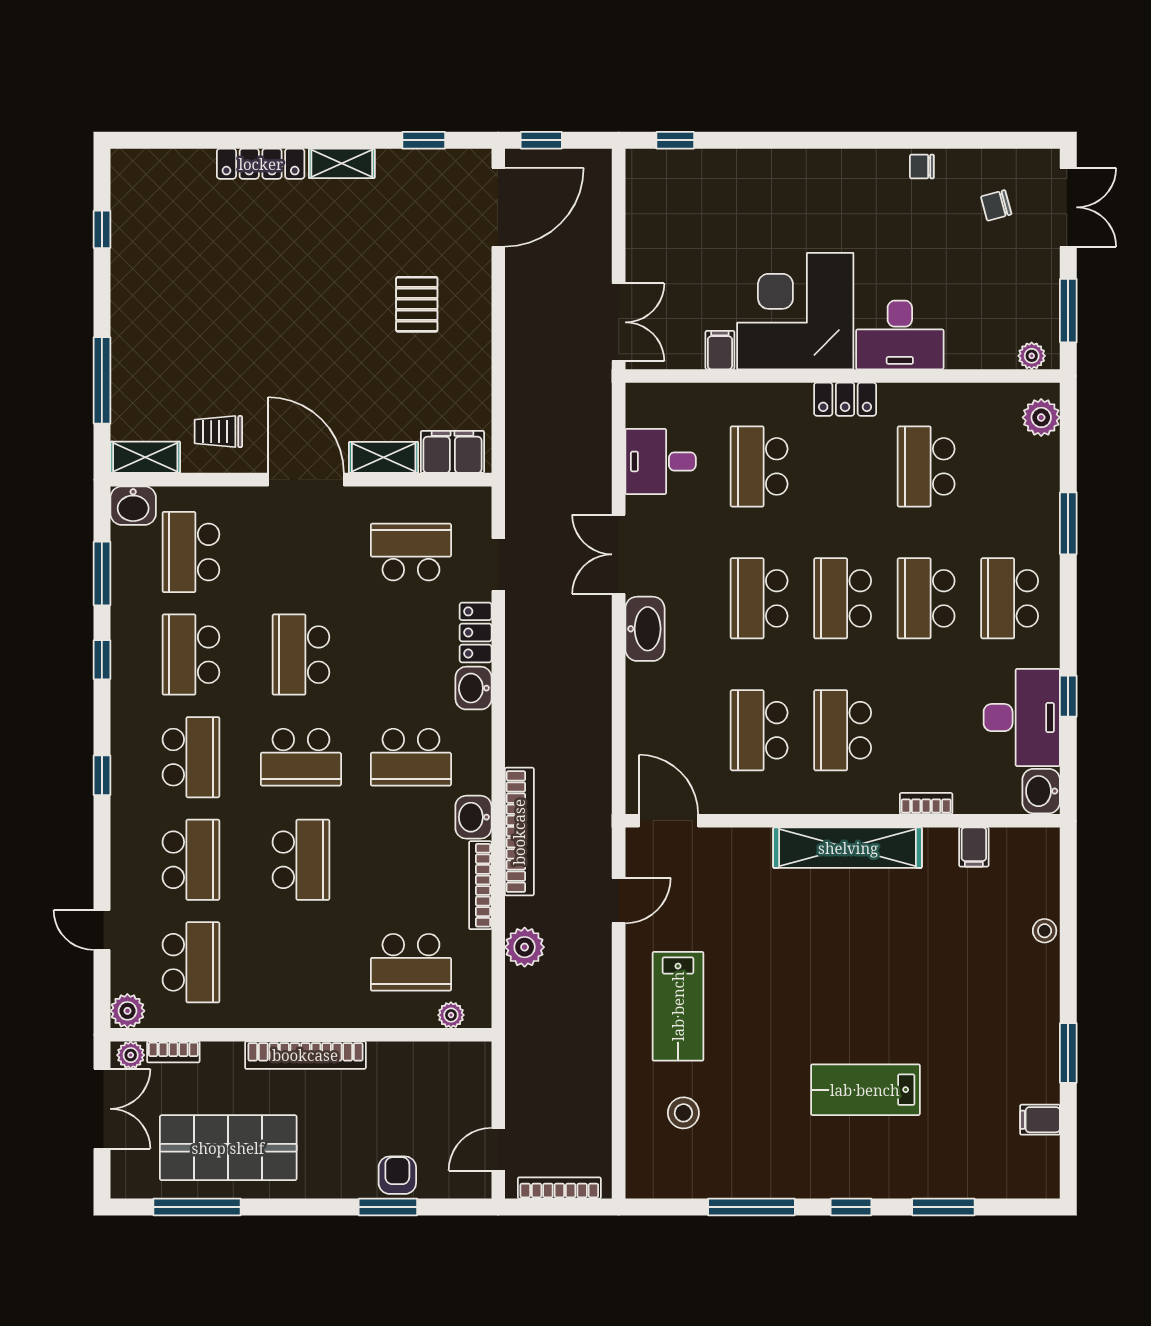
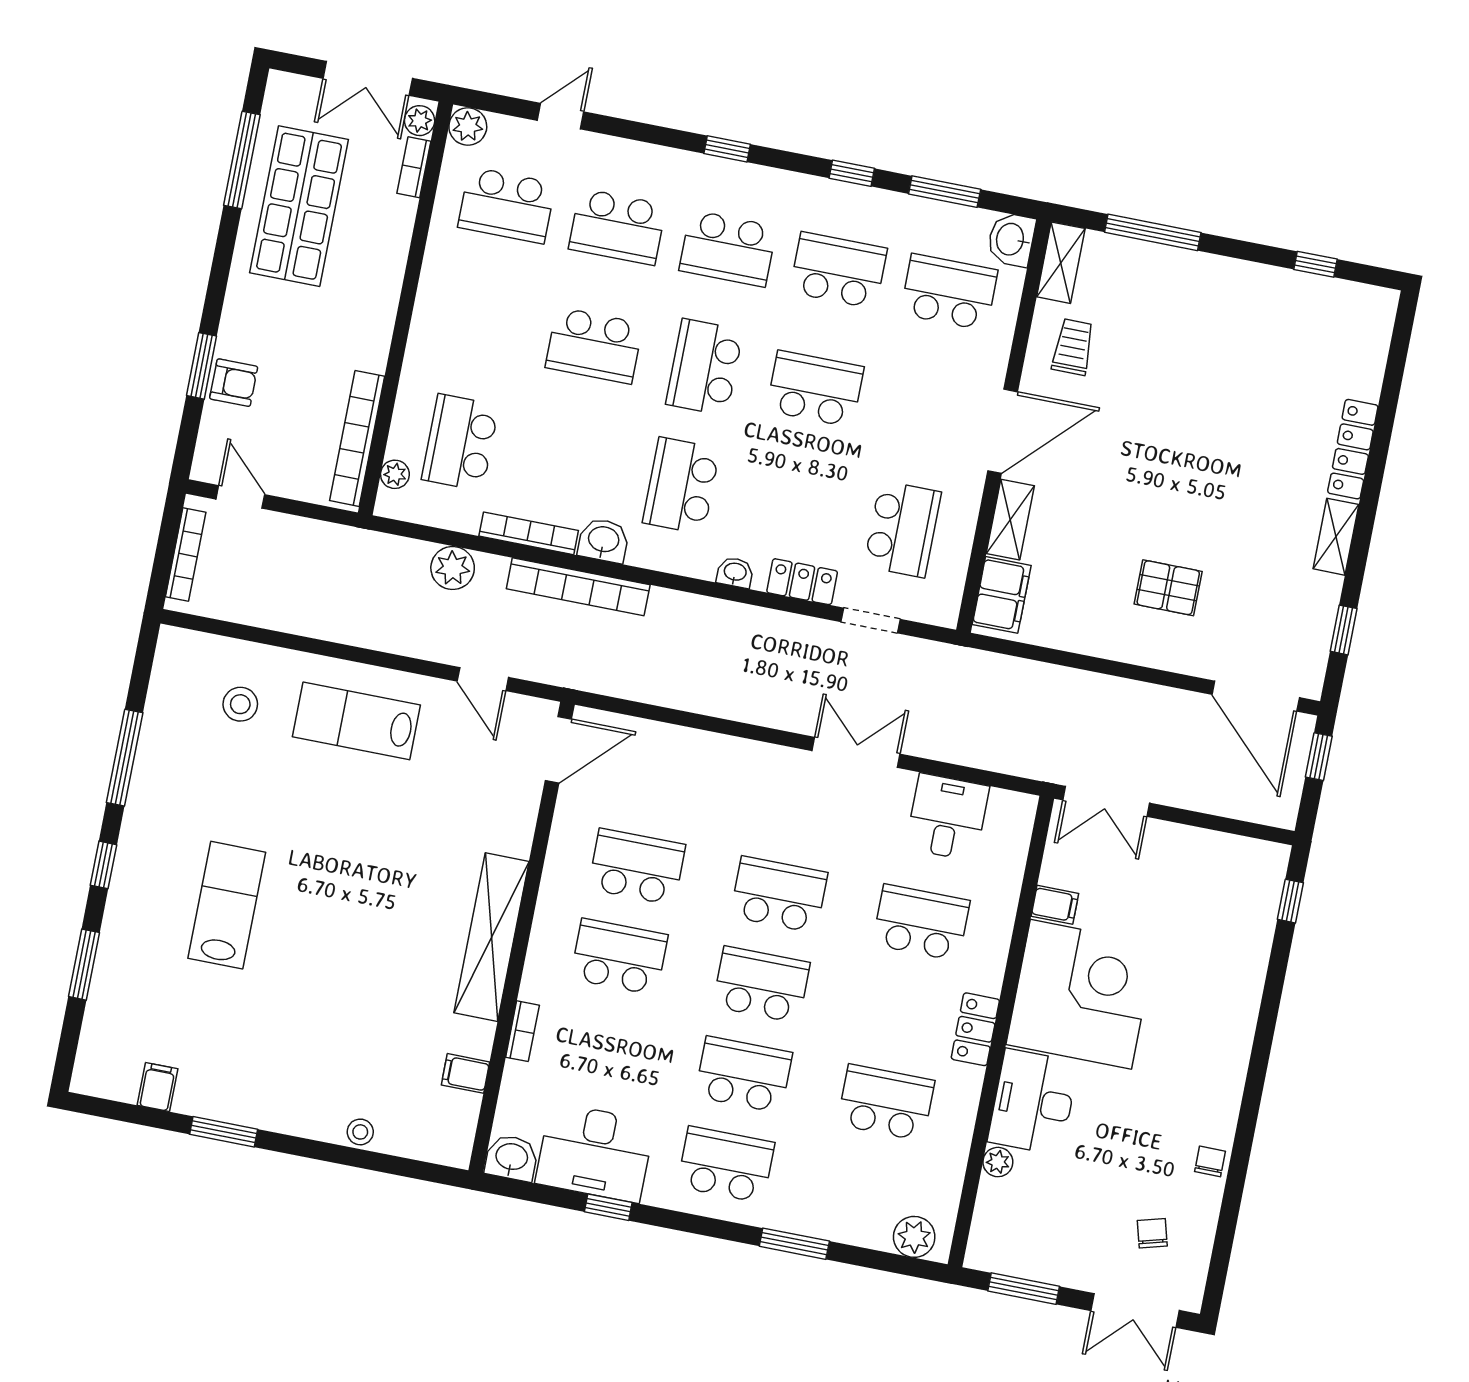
plant: (1032, 356) -> (998, 1162), moved
washbasin: (645, 629) -> (770, 765), removed
washbasin: (473, 688) -> (735, 572), width x0.72, depth x0.69
bookcase: (305, 1055) -> (357, 438), moved

